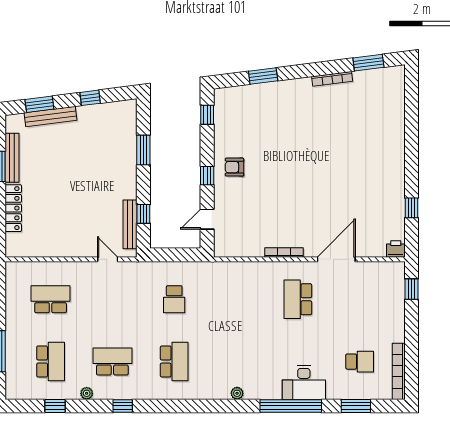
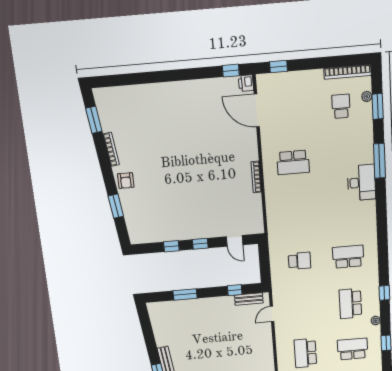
window: (90, 98) -> (149, 338), removed
window: (207, 115) -> (171, 246), moved
armchair: (235, 167) -> (126, 181), moved
window: (412, 208) -> (231, 71), moved
bench: (130, 224) -> (249, 299), width x0.73
door: (336, 259) -> (257, 111), moved
desk: (304, 383) -> (362, 183), moved
plant: (237, 393) -> (367, 96), moved
window: (291, 406) -> (380, 161), width x0.68

